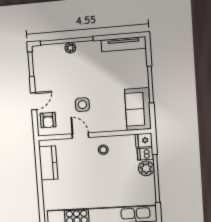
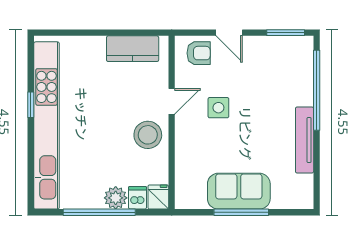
tv unit: (124, 44) -> (305, 140), moved
plant: (70, 48) -> (306, 95), removed
sofa: (138, 109) -> (239, 191), moved
armchair: (48, 120) -> (199, 53), turned 180
stool: (103, 150) -> (148, 135), width x1.89, depth x1.89

